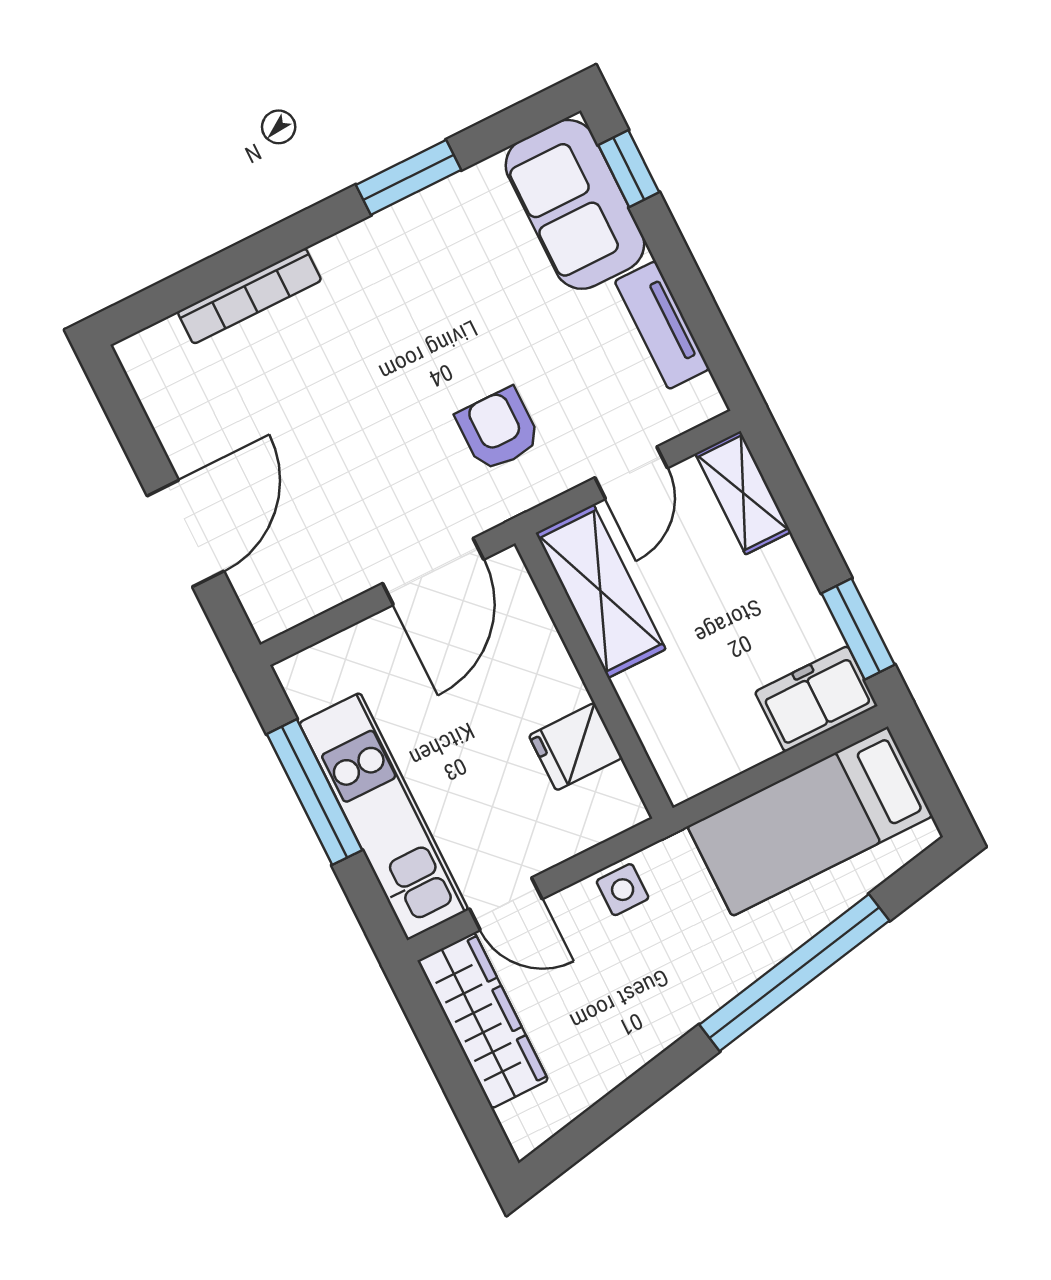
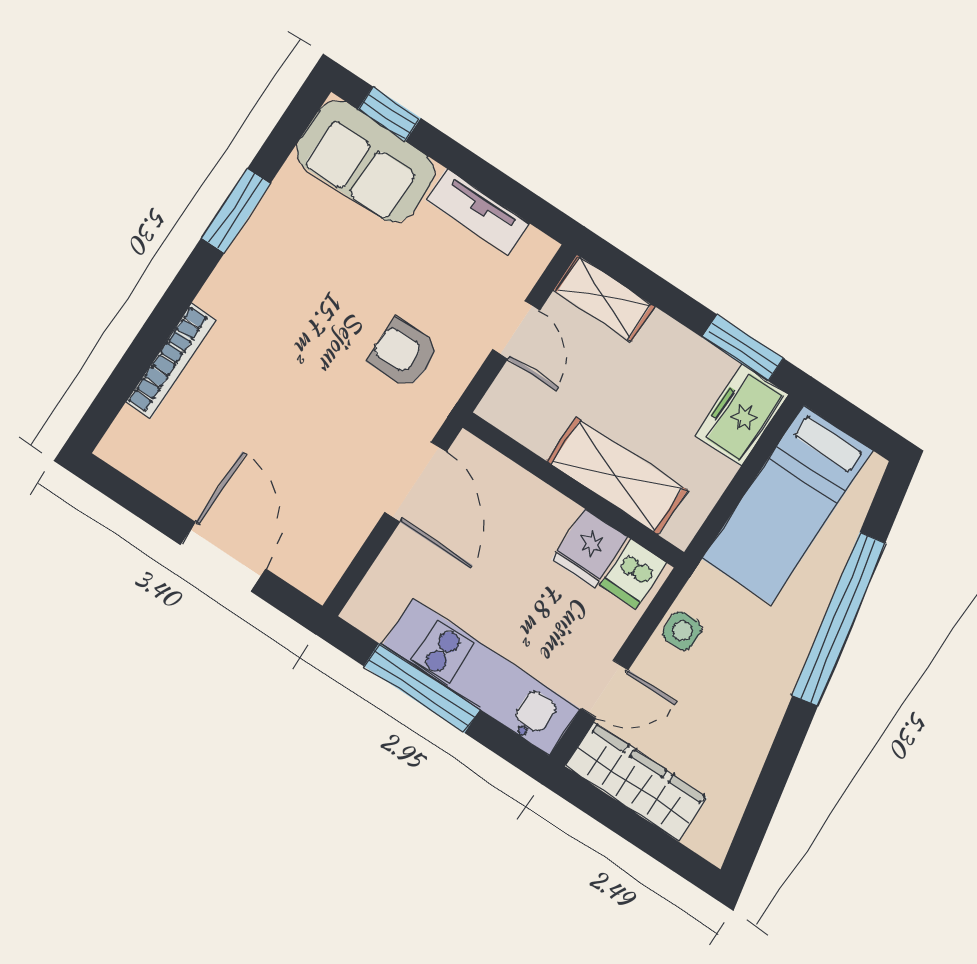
shelving: (601, 591) -> (617, 476), moved
dishwasher: (606, 800) -> (633, 574), added

